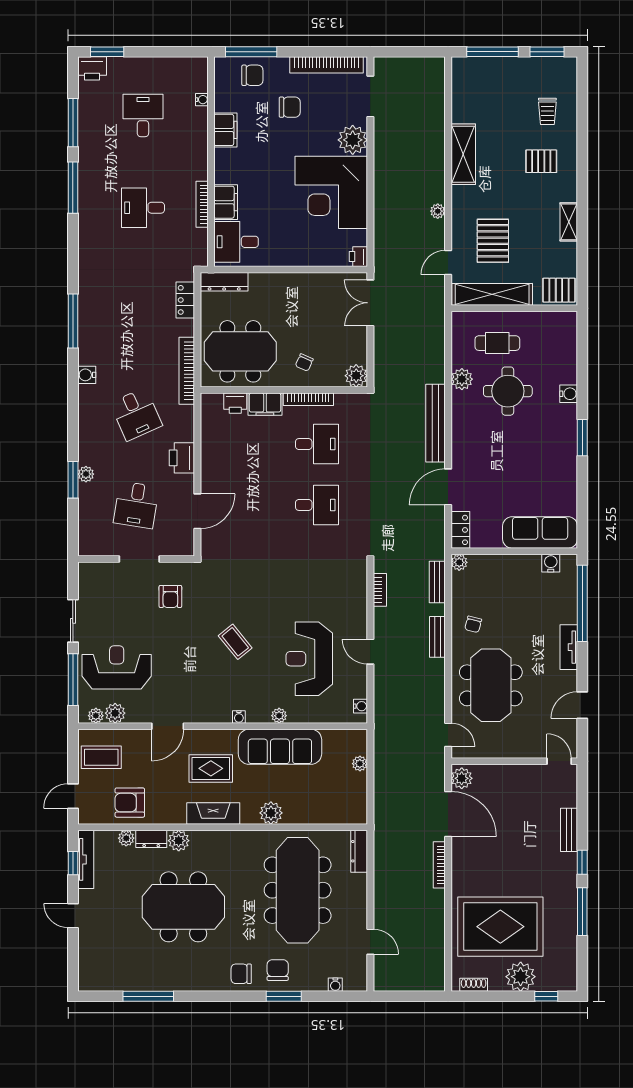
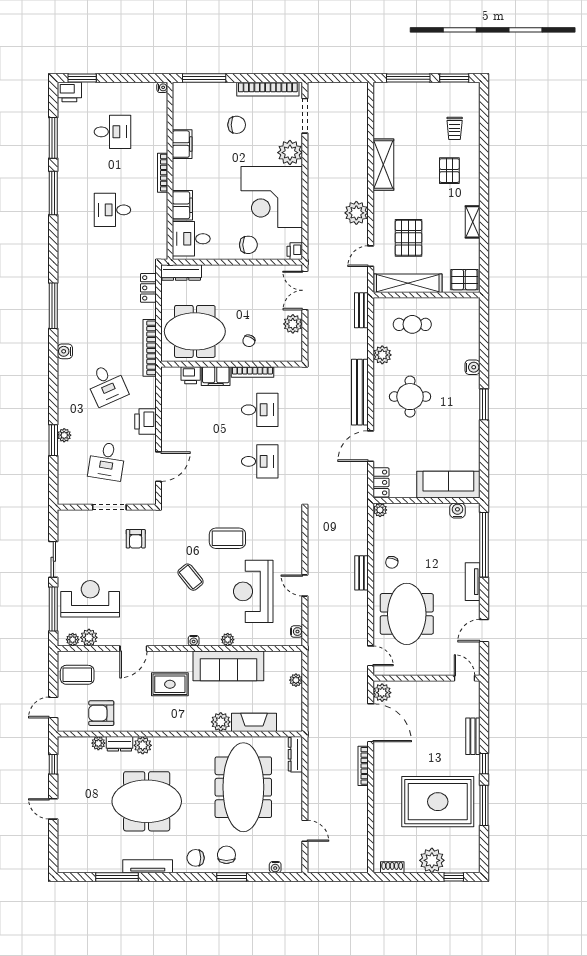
chair: (252, 75) -> (248, 245), moved
water cooler: (202, 100) -> (162, 87), moved
desk: (143, 115) -> (112, 132), turned 90
pallet: (541, 161) -> (449, 171), turned 90
bookcase: (202, 204) -> (163, 173), moved
plant: (438, 211) -> (356, 213), width x1.87, depth x1.87
plant: (356, 376) -> (293, 324), moved
round table: (508, 391) -> (410, 397), moved
bench: (437, 582) -> (361, 310), moved
bookcase: (380, 590) -> (313, 533), removed
coffee table: (279, 596) -> (227, 538), added
fireplace: (213, 814) -> (254, 722), moved
tv unit: (86, 859) -> (148, 866), moved, turned -90
rug: (500, 927) -> (438, 802), moved

